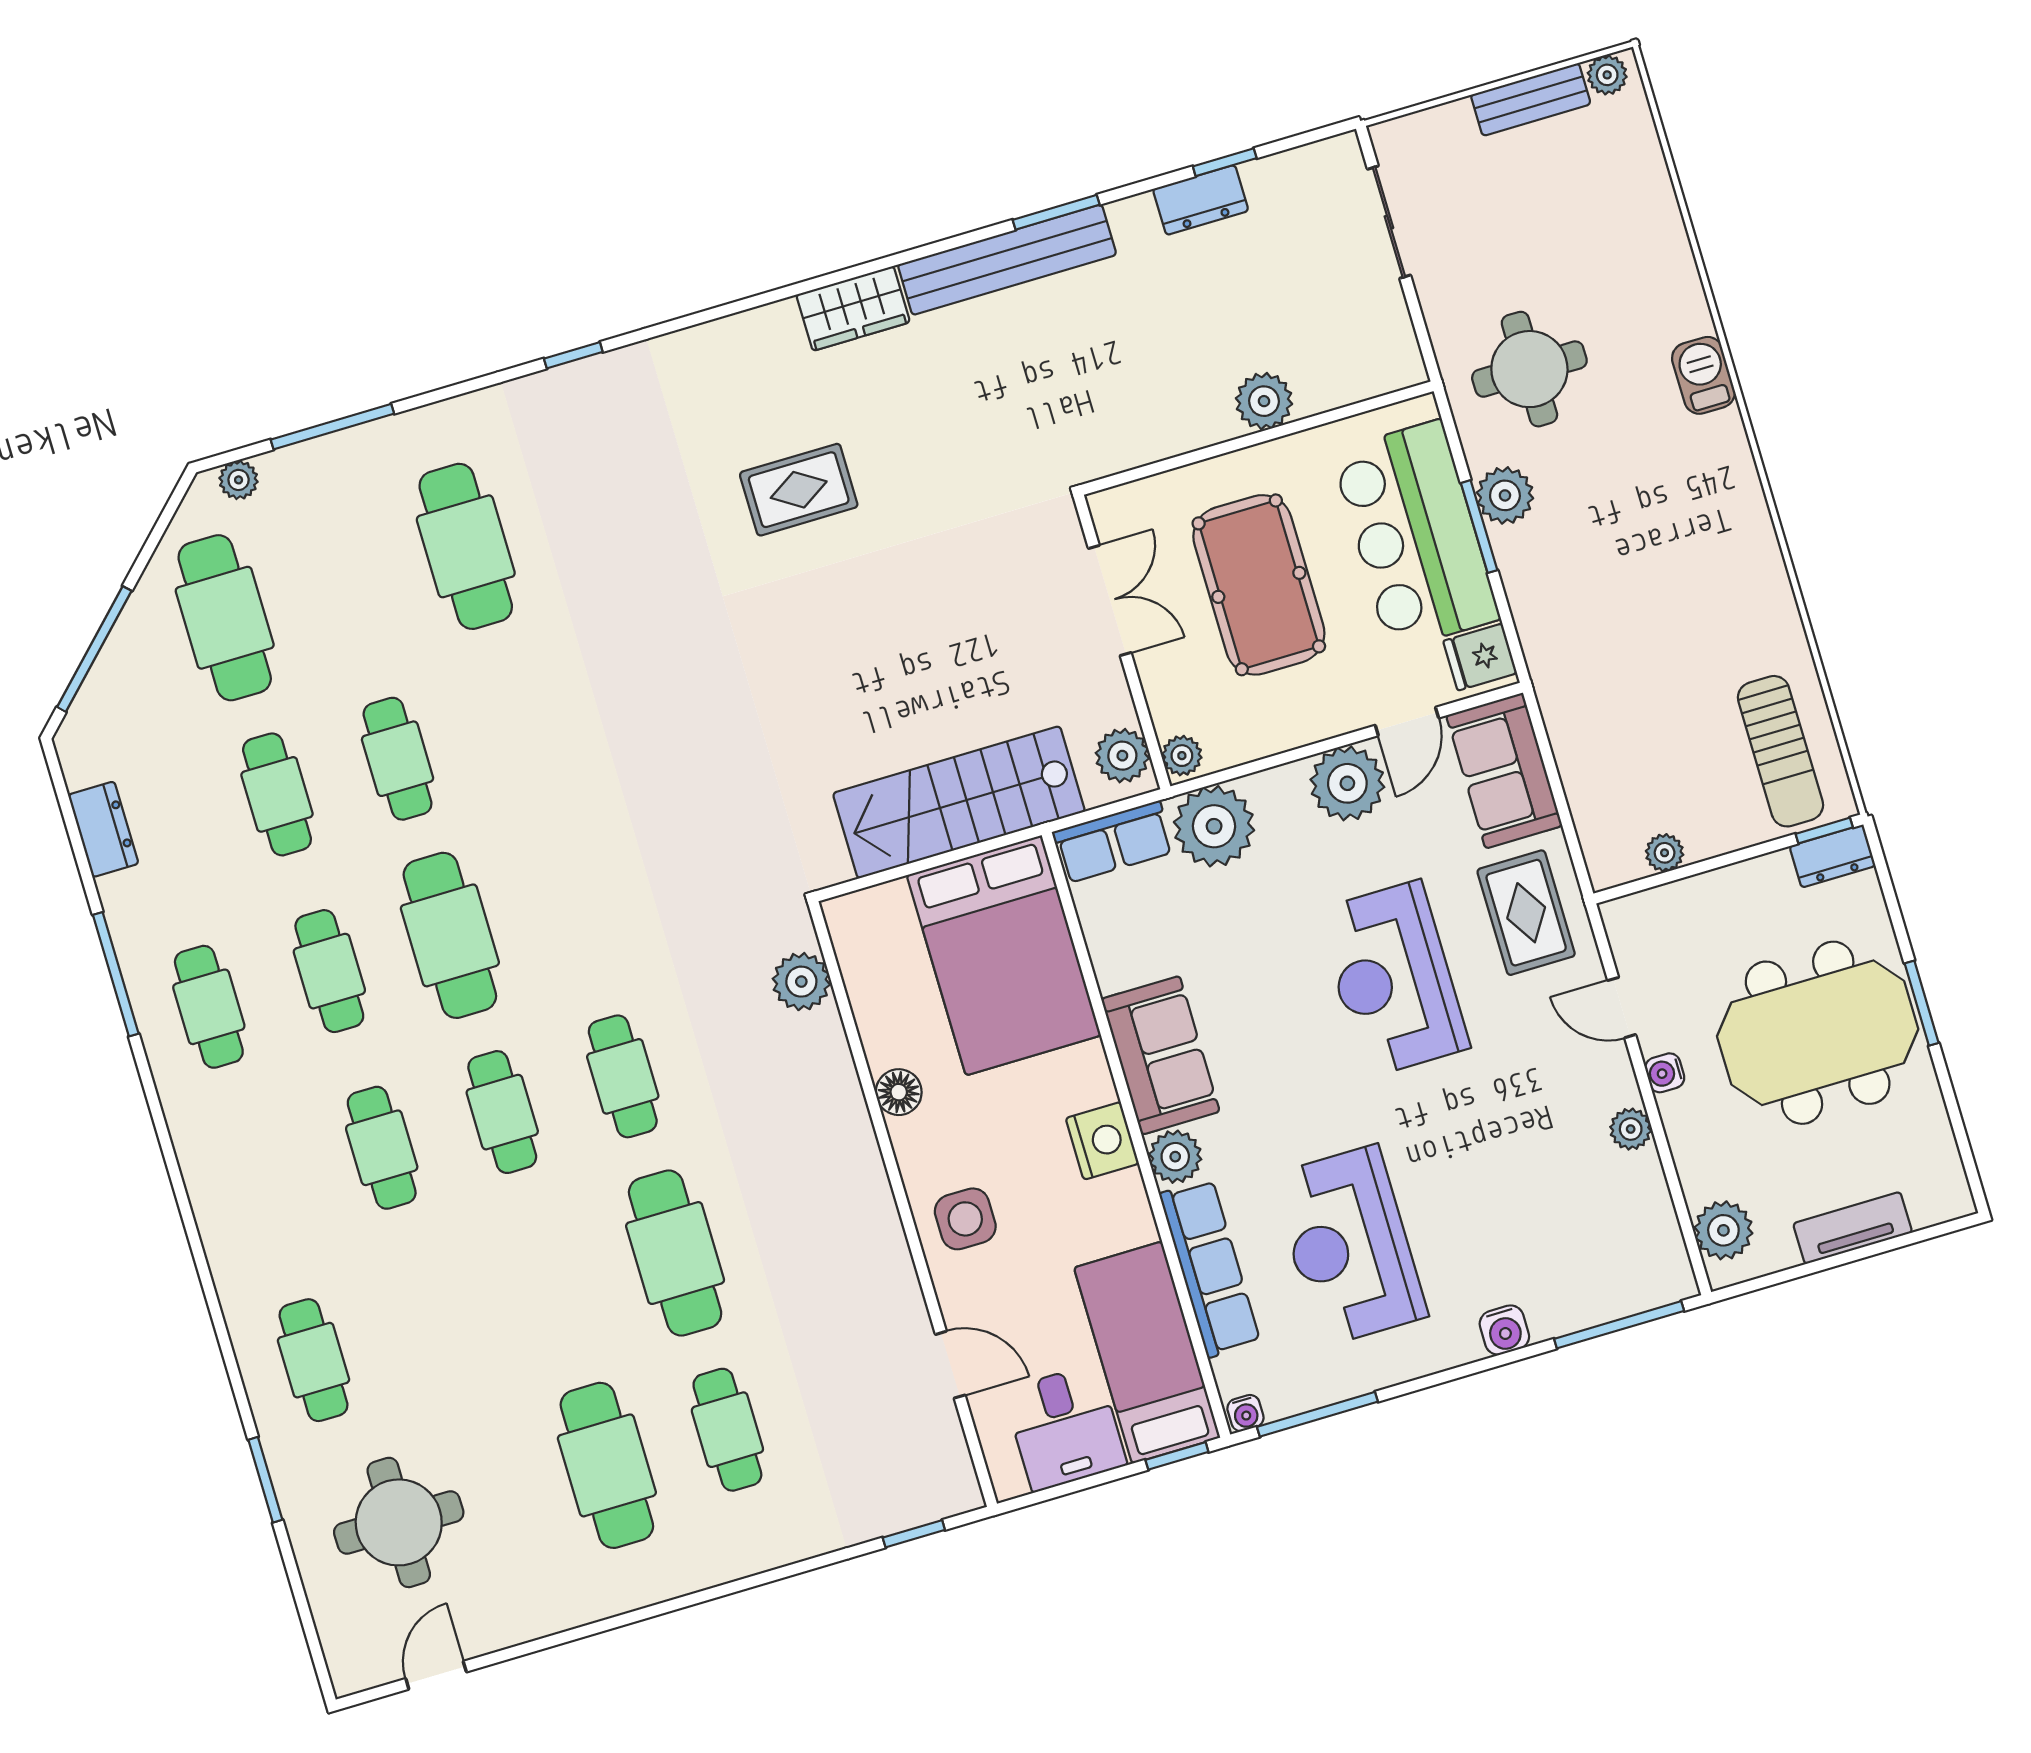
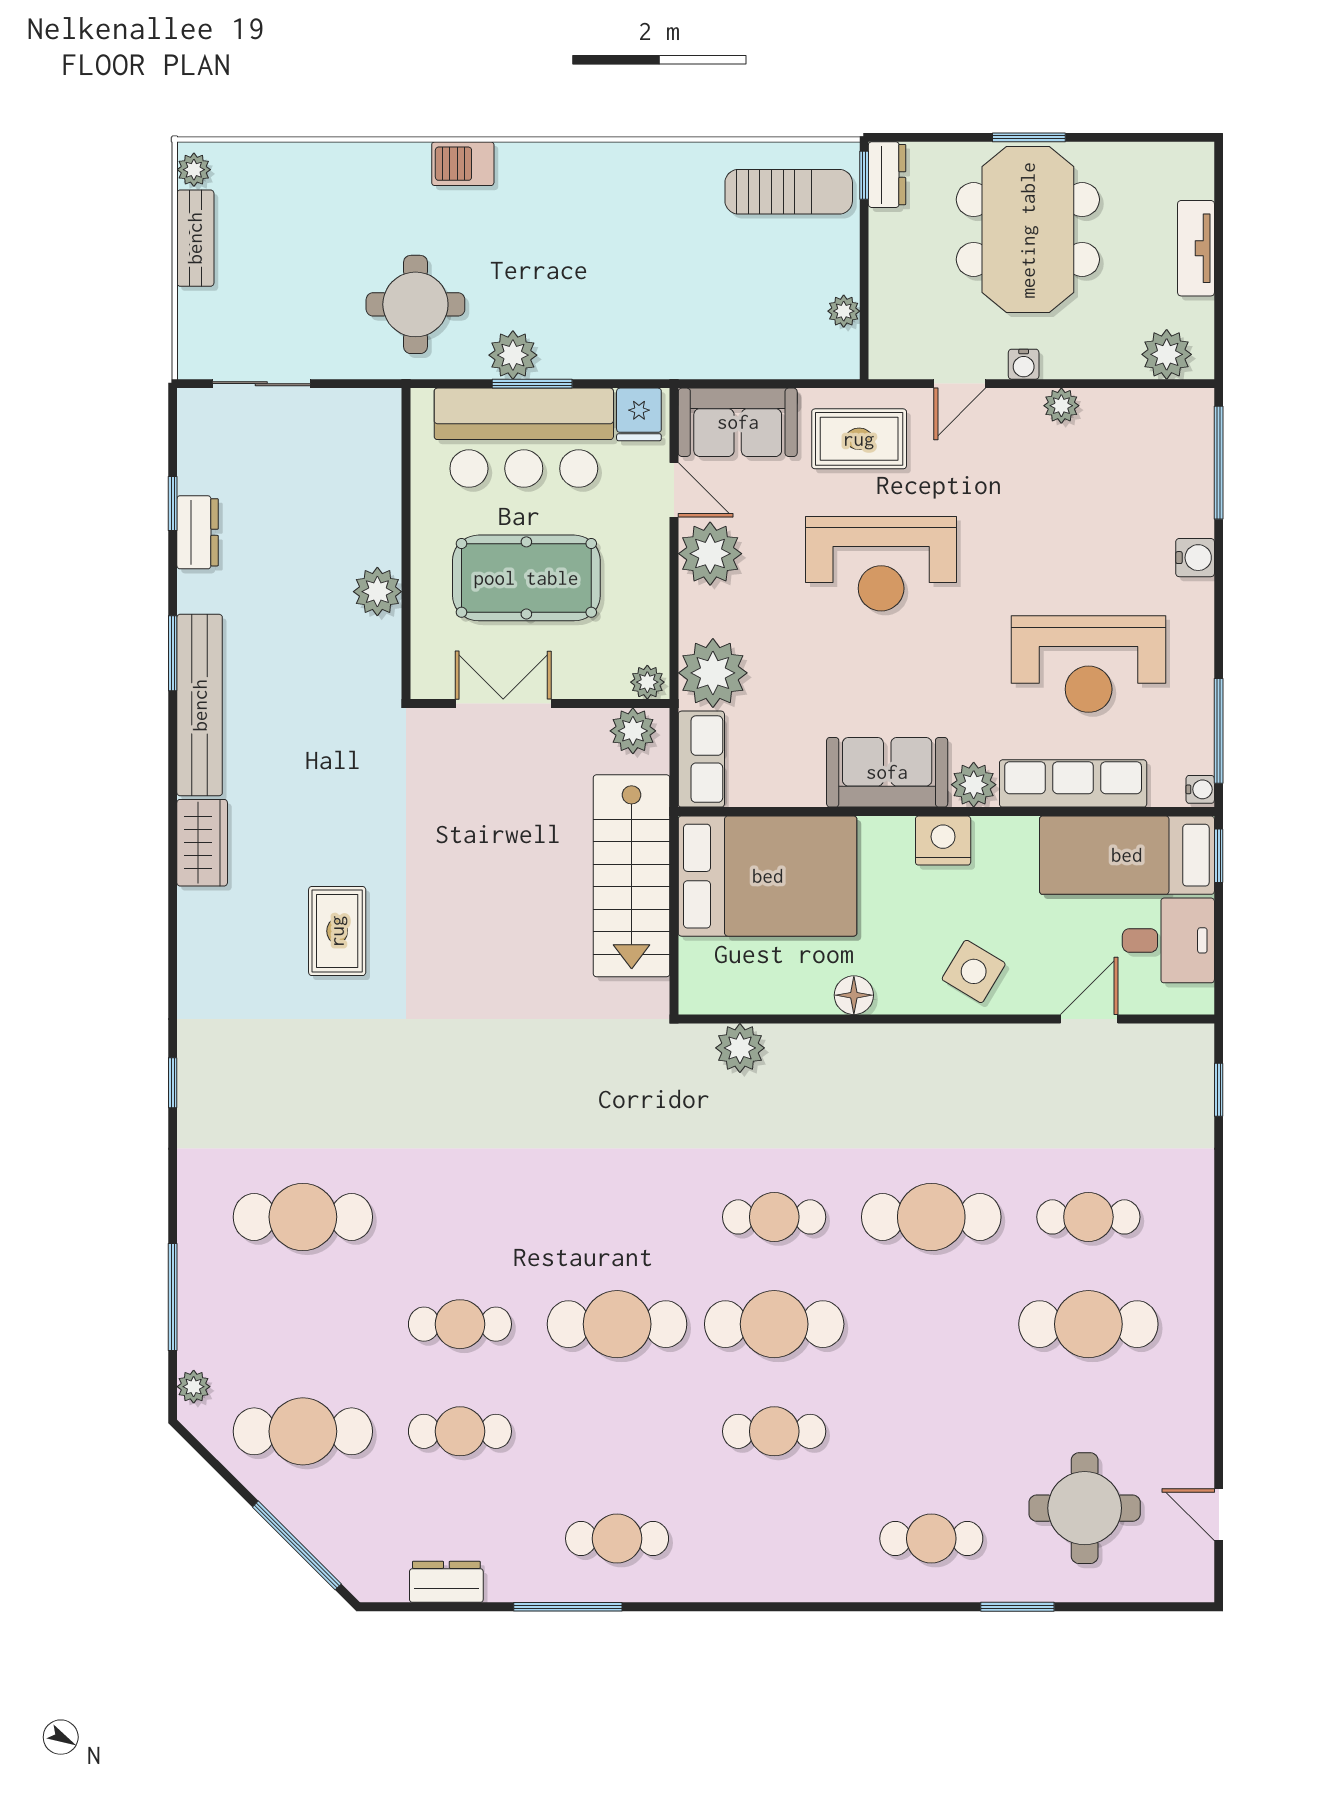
plant: (1264, 401) -> (377, 592), moved
cafe table: (329, 971) -> (617, 1431), removed
cafe table: (502, 1112) -> (774, 1324), width x1.37, depth x1.35
side table: (965, 1219) -> (974, 971), turned 31

